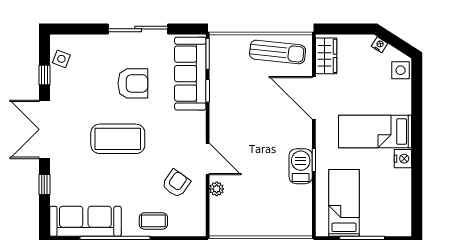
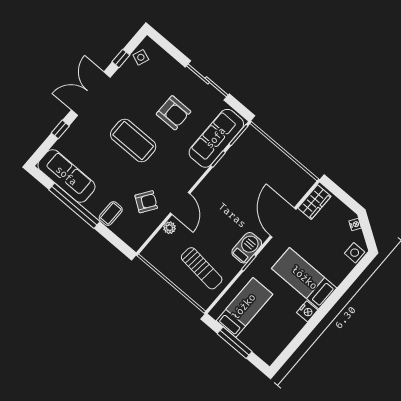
sun lounger: (278, 52) -> (202, 268), moved
barbecue: (301, 166) -> (247, 248), moved
coffee table: (153, 221) -> (111, 214), turned 90

